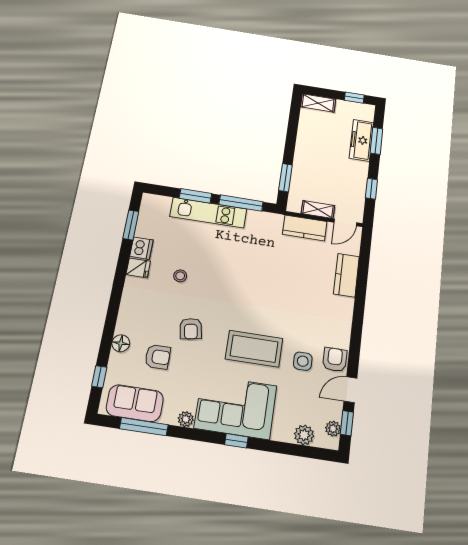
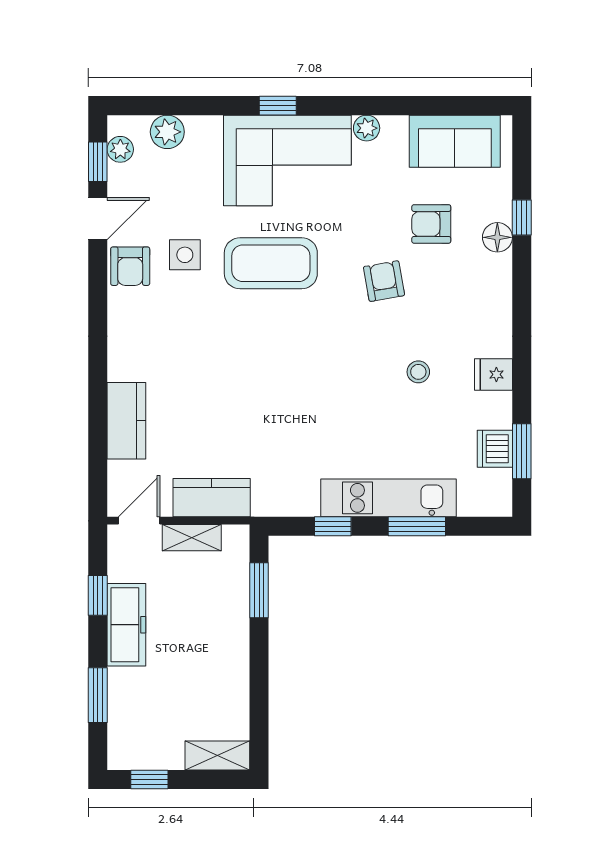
freezer: (361, 140) -> (126, 625), moved
window: (241, 203) -> (333, 526), width x0.46
dishwasher: (141, 248) -> (495, 449), moved
window: (99, 377) -> (522, 217), moved
window: (144, 427) -> (433, 106), removed

